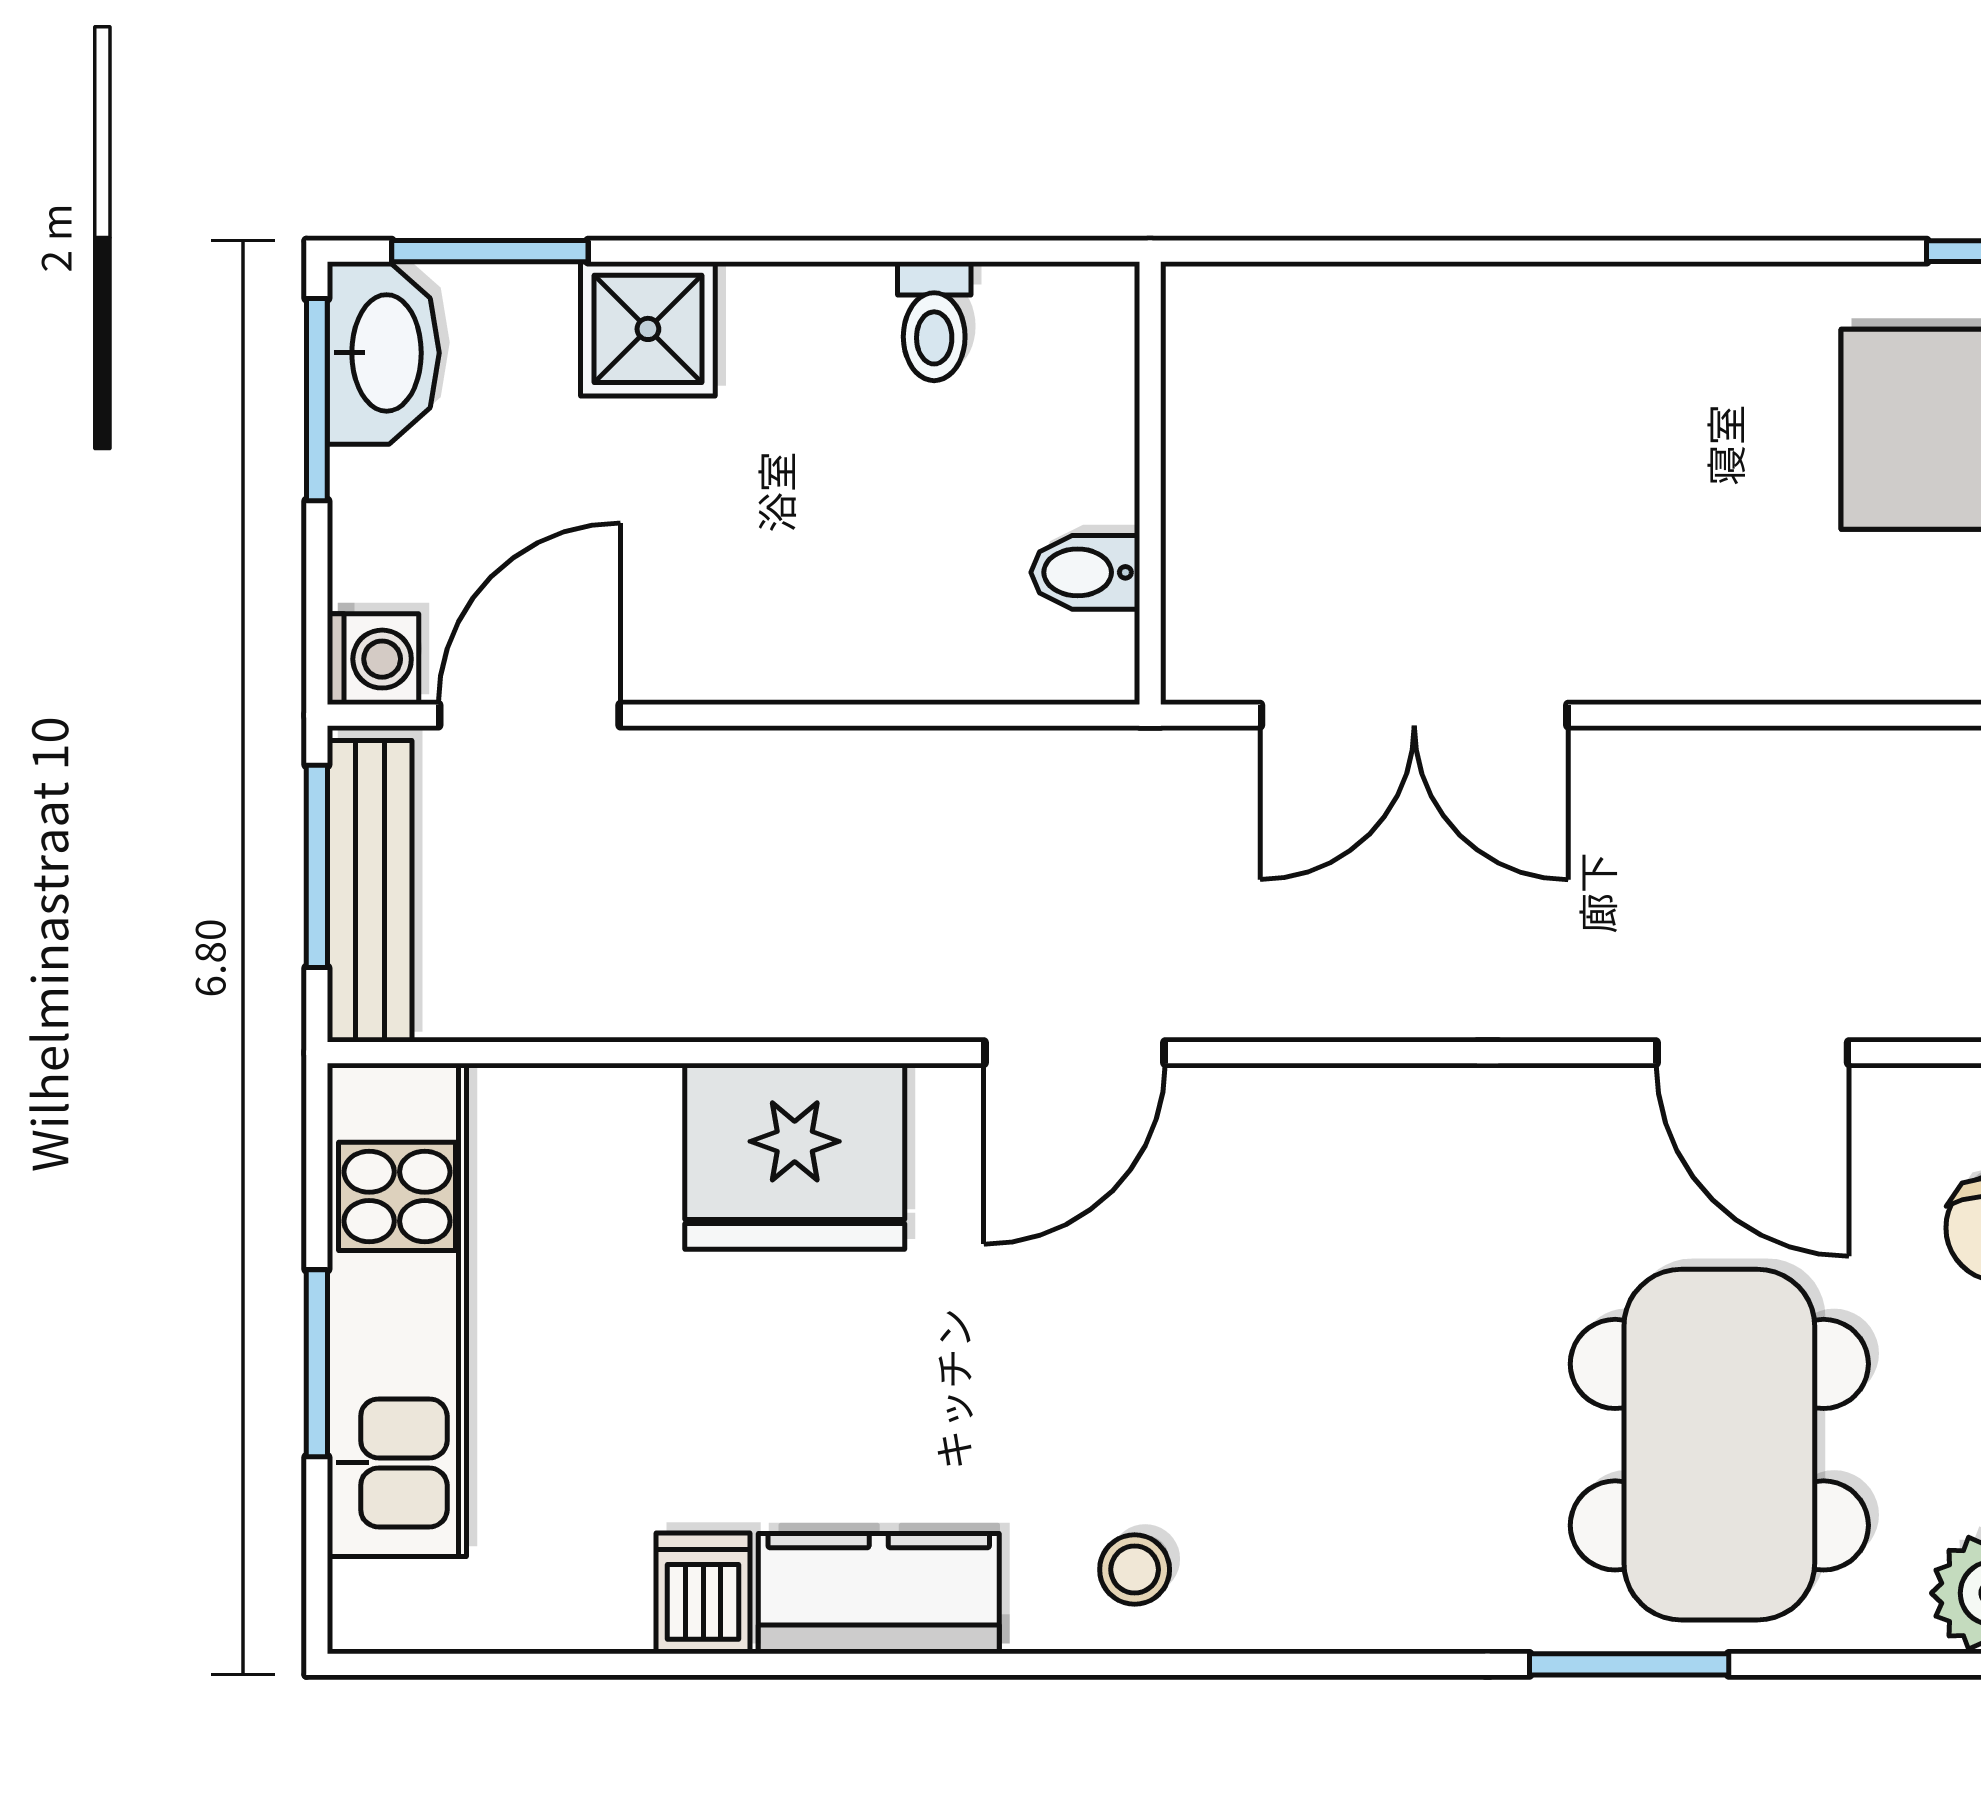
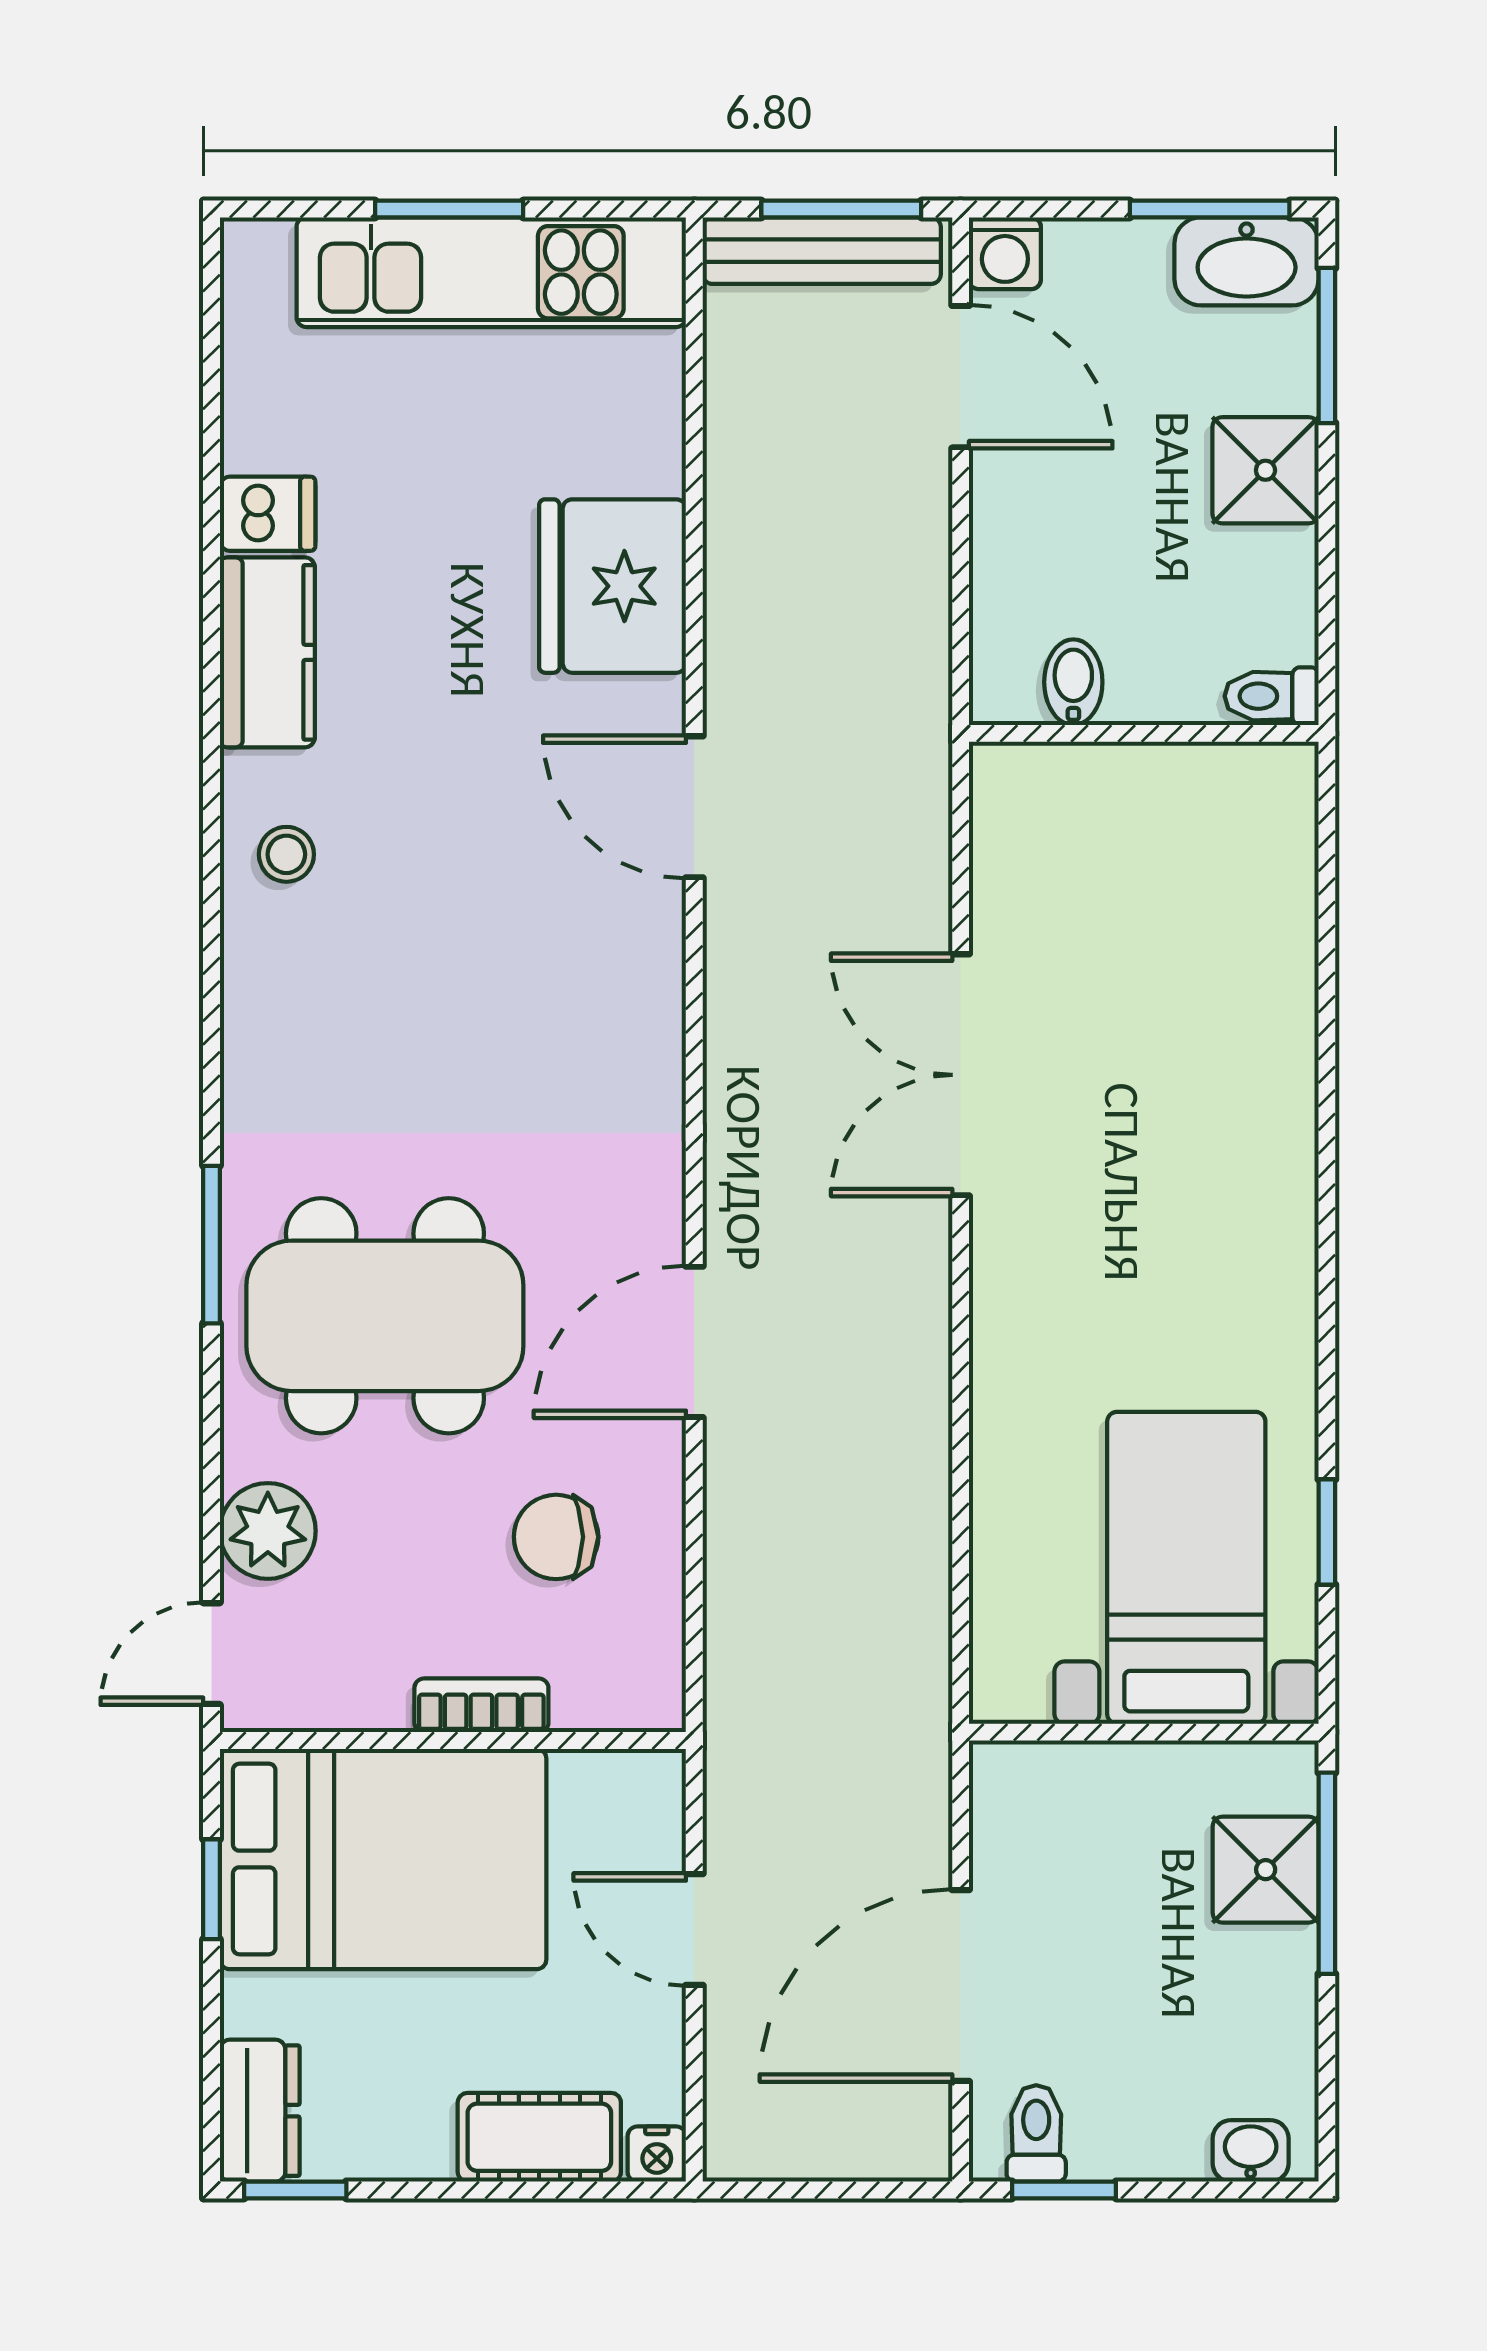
wall: (1150, 483) -> (1144, 733), moved
bidet: (1085, 572) -> (1073, 682), moved

